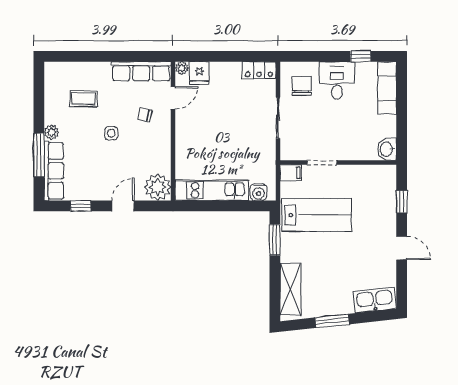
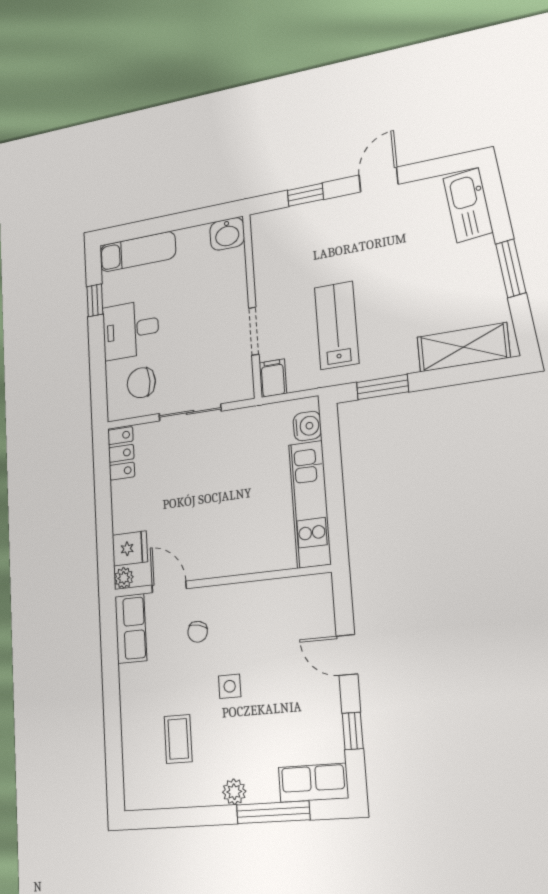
row of seats: (141, 71) -> (131, 628), width x0.68
row of seats: (54, 171) -> (313, 783), width x0.68
plant: (158, 187) -> (312, 598), removed
lab bench: (316, 215) -> (337, 325), width x0.73, depth x0.72

